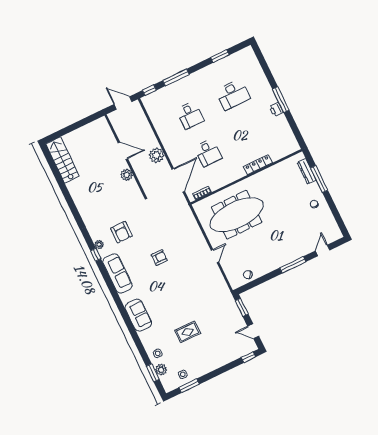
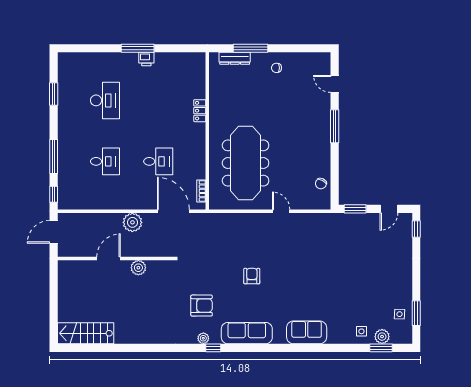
locker: (258, 165) -> (200, 111), width x0.66
rug: (188, 332) -> (353, 285), removed

